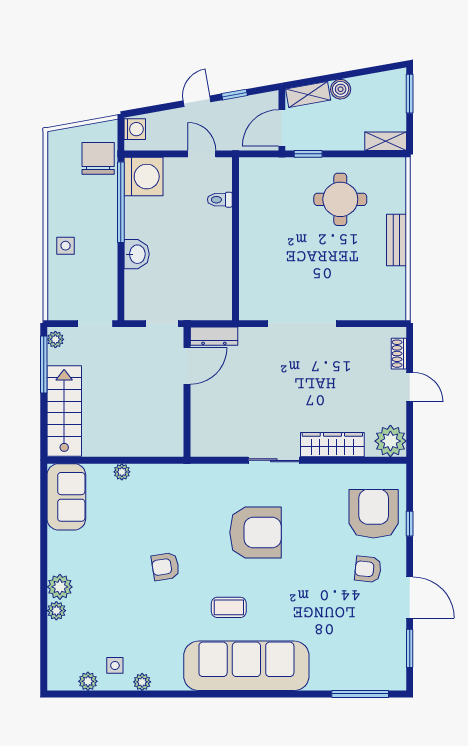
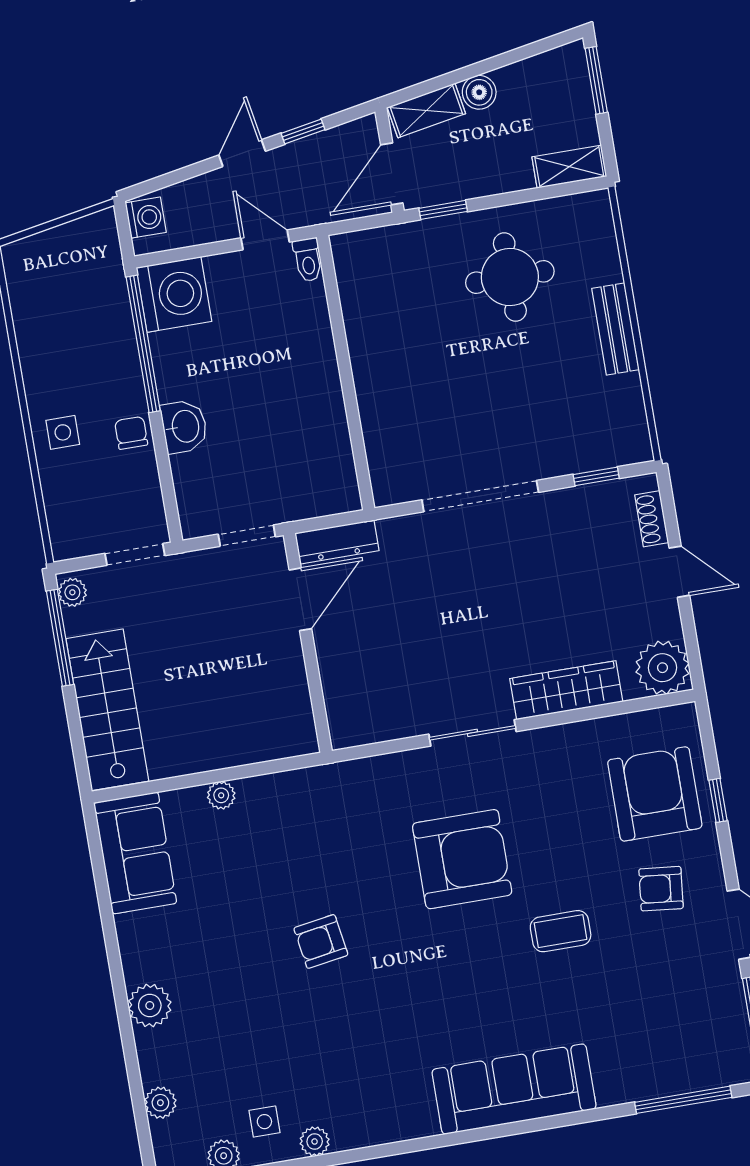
chair: (98, 158) -> (131, 433), moved, width x0.54, depth x0.54
toilet: (220, 200) -> (308, 260), moved, turned -90
window: (371, 324) -> (596, 476), added
coffee table: (229, 607) -> (561, 931), moved
plant: (56, 611) -> (160, 1103), moved
sofa: (246, 666) -> (514, 1089), width x0.74, depth x0.79

